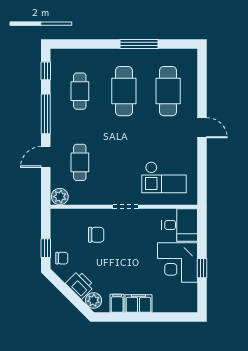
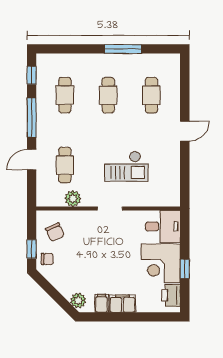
cafe table: (124, 91) -> (108, 95), width x0.73, depth x0.74
cafe table: (168, 91) -> (151, 95), width x0.73, depth x0.74
door: (202, 128) -> (185, 131), hinge flipped
checkout: (164, 177) -> (126, 166), moved
plant: (60, 197) -> (73, 199), moved
chair: (96, 235) -> (55, 232), moved, turned 66
printer: (80, 285) -> (171, 295), moved, turned -135

